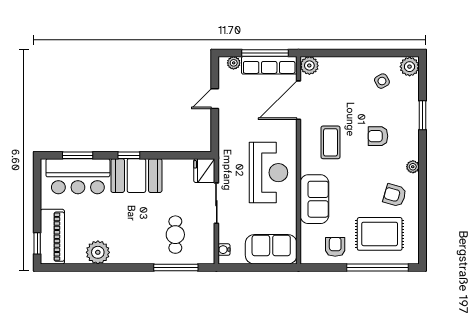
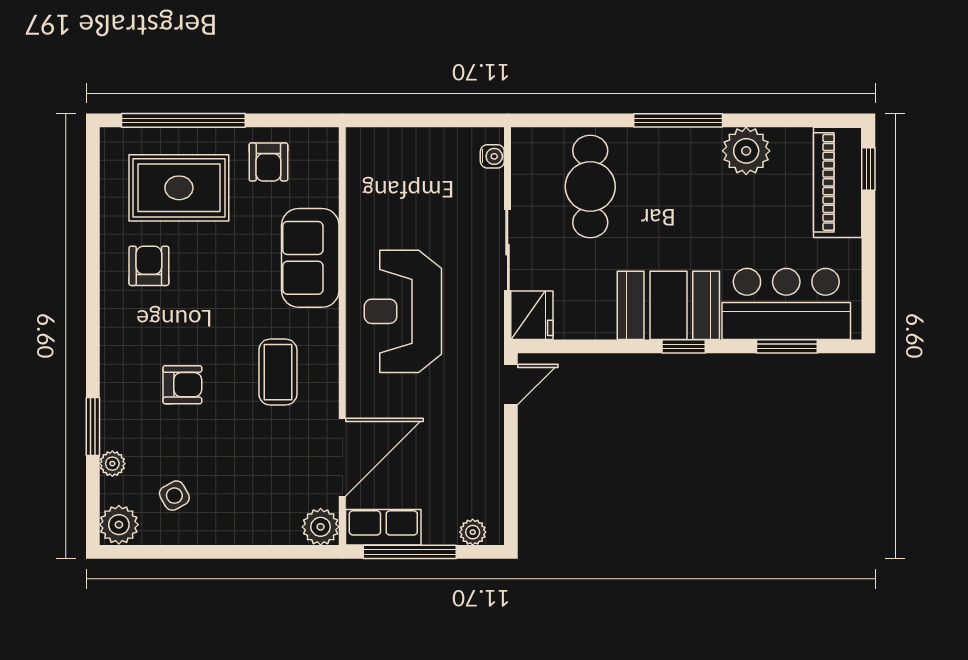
row of seats: (269, 65) -> (383, 527), width x0.68
door: (215, 99) -> (511, 385), moved
plant: (413, 167) -> (112, 464), moved
armchair: (395, 195) -> (149, 266), turned -106
cafe table: (175, 235) -> (590, 187), width x1.37, depth x1.35
sofa: (271, 249) -> (397, 157), removed
window: (176, 267) -> (678, 120), moved

